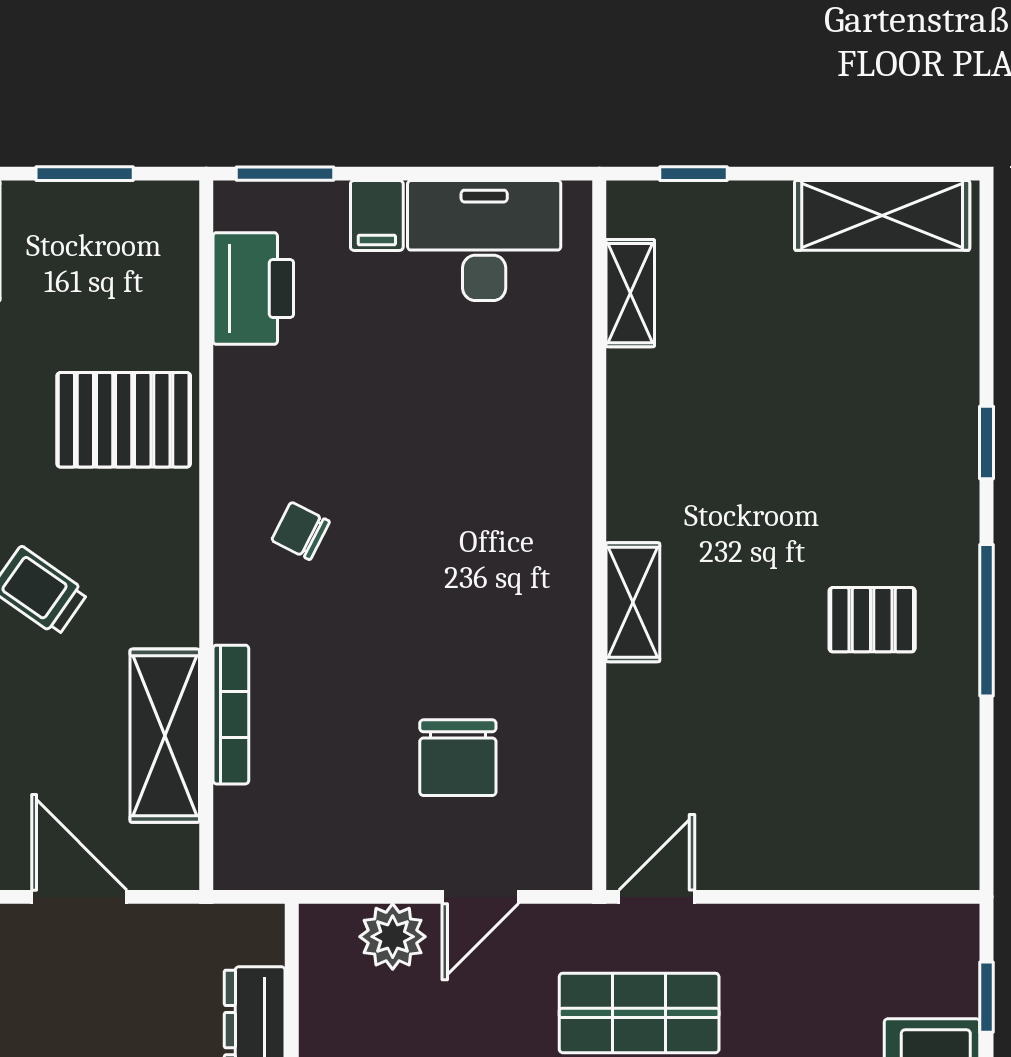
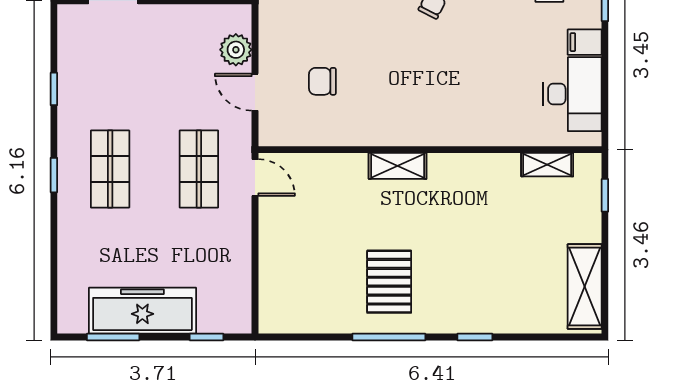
pallet: (872, 620) -> (389, 282), width x1.50, depth x1.42
chair: (458, 758) -> (322, 81), width x0.73, depth x0.73

